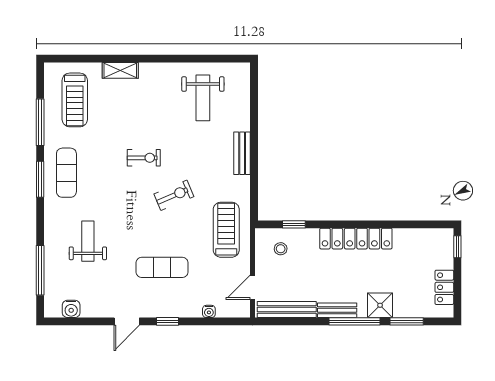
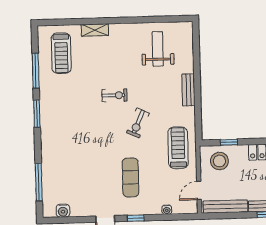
weight bench: (203, 98) -> (158, 49), turned 180
exercise mat: (66, 173) -> (56, 108), removed
exercise bike: (174, 195) -> (138, 123), turned 137
weight bench: (88, 241) -> (74, 159), removed
stool: (281, 249) -> (219, 161), width x1.89, depth x1.89
exercise mat: (162, 267) -> (130, 177), turned 90

